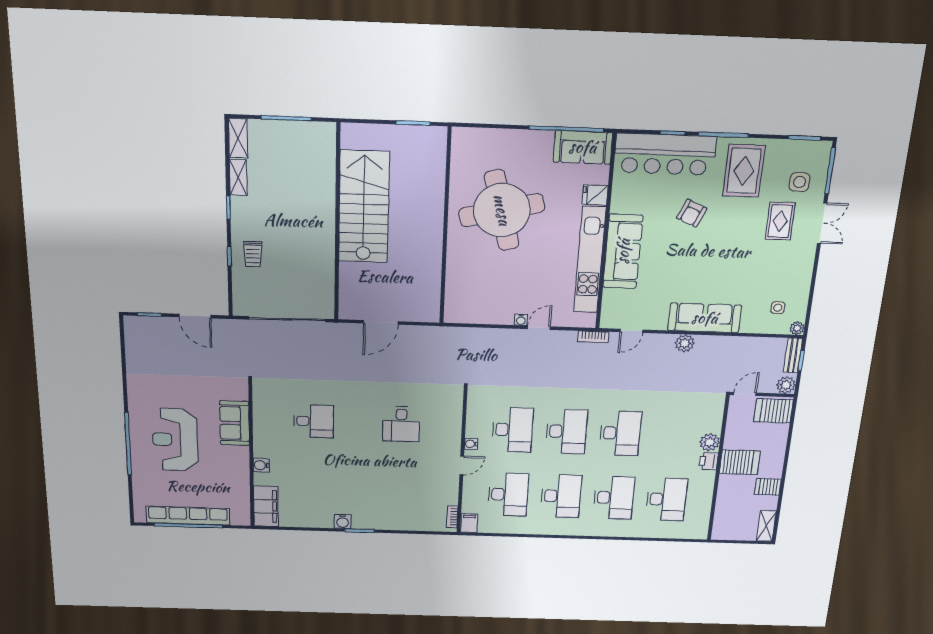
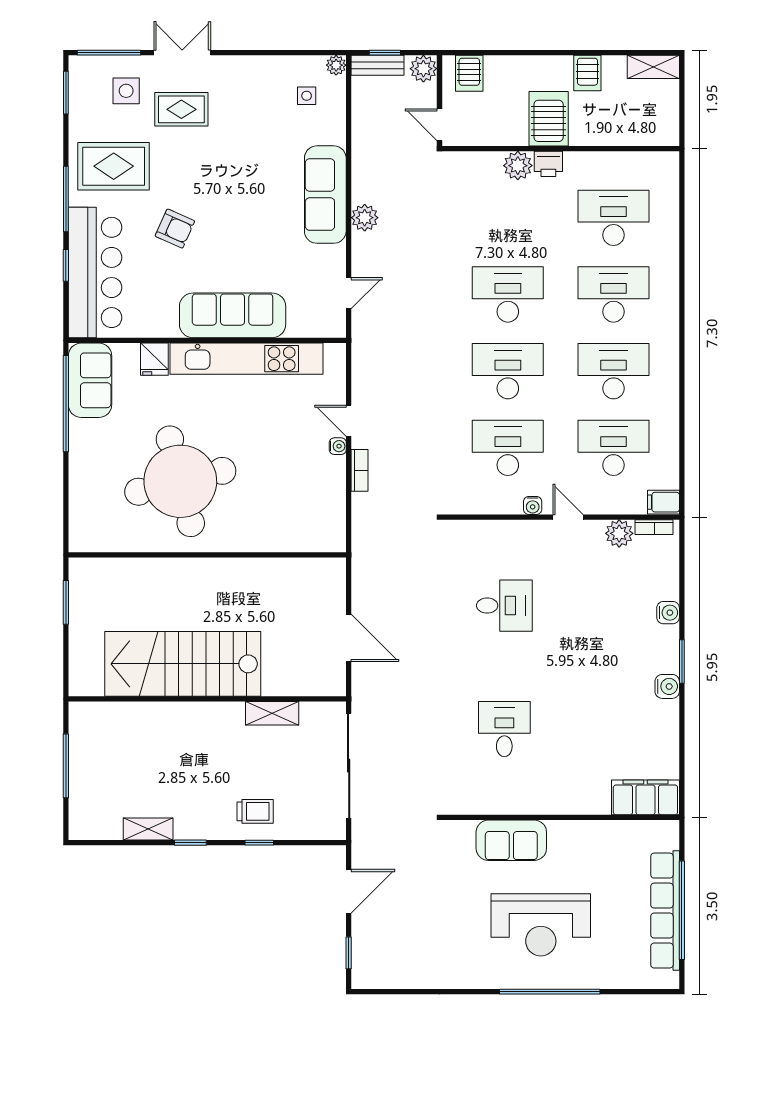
shelving: (238, 138) -> (272, 713), moved
door: (631, 331) -> (349, 293), hinge flipped
bookcase: (593, 337) -> (360, 470), moved
server rack: (773, 411) -> (469, 73), width x0.73, depth x0.70
water cooler: (261, 465) -> (668, 613), moved, turned -90
plant: (449, 496) -> (619, 533), added

